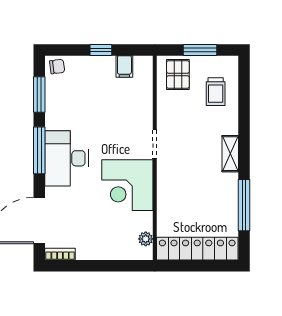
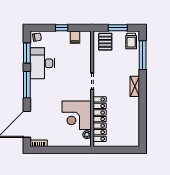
trolley: (216, 92) -> (131, 41), moved
desk: (67, 158) -> (42, 63), moved
corner desk: (127, 185) -> (77, 115), moved
window: (244, 205) -> (143, 55), moved
locker: (197, 249) -> (100, 119), moved, turned 90

